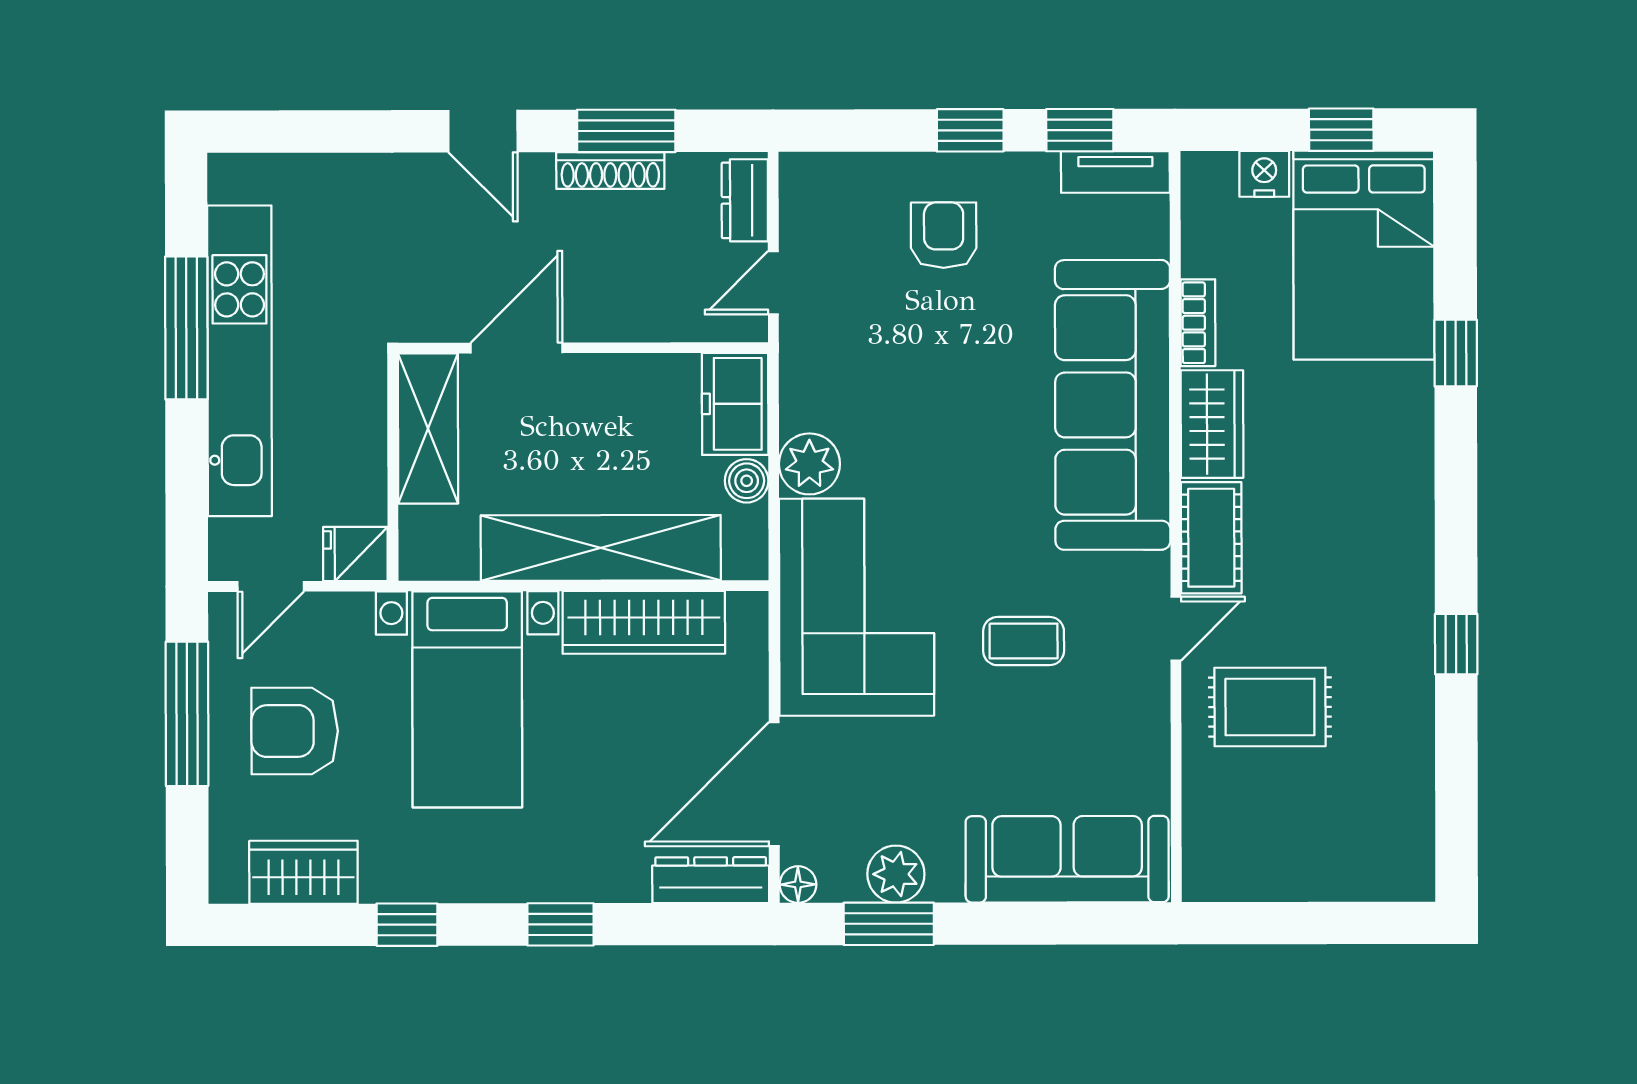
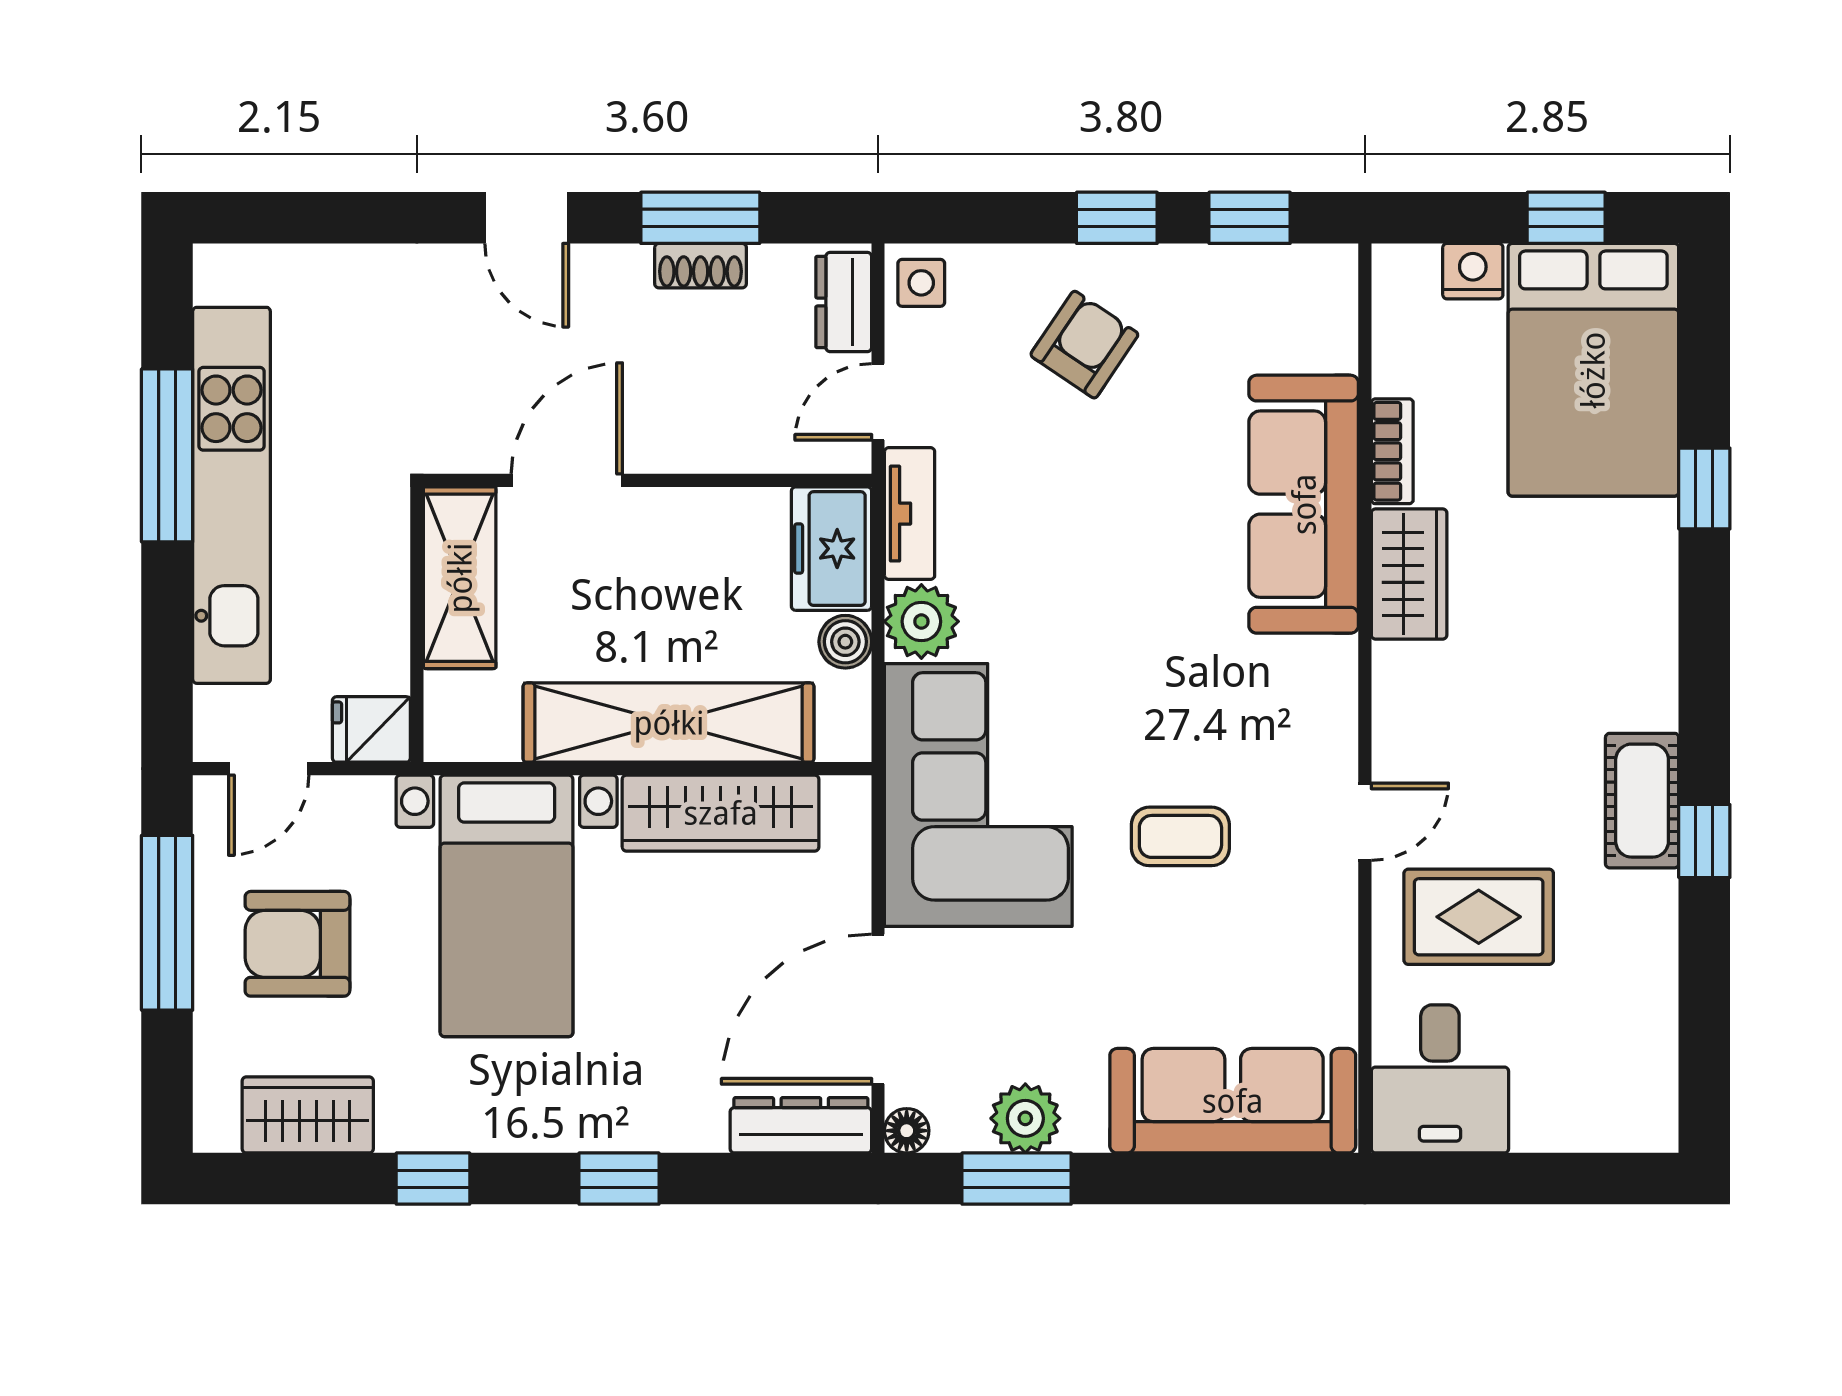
shoe rack: (610, 171) -> (701, 266), width x0.70
tv unit: (1115, 172) -> (910, 514), moved, turned -90
side table: (809, 184) -> (921, 283), added
armchair: (944, 235) -> (1084, 345), turned 34
sofa: (1113, 405) -> (1304, 504), width x0.74, depth x0.79
cot: (1211, 538) -> (1642, 801), moved
desk: (1238, 841) -> (1440, 1079), added

